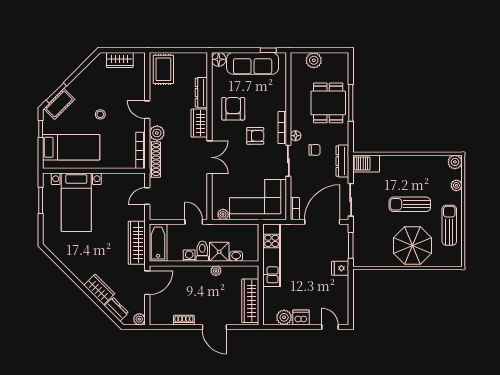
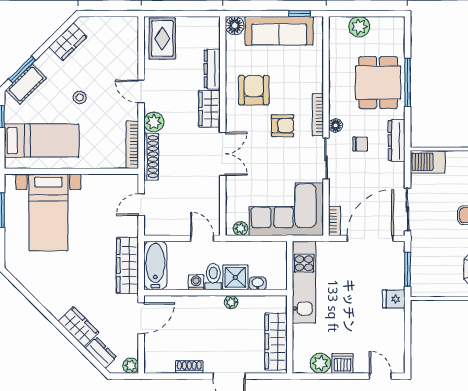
wardrobe: (120, 60) -> (68, 42), moved, turned -45
dresser: (342, 161) -> (397, 141), moved

